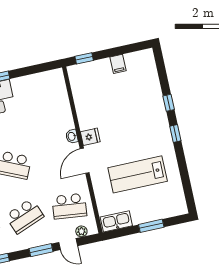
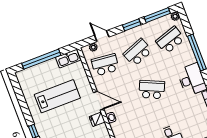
door: (85, 161) -> (99, 101), hinge flipped
window: (151, 226) -> (41, 59), width x2.11
window: (41, 250) -> (132, 25), moved

